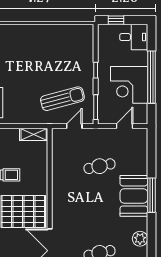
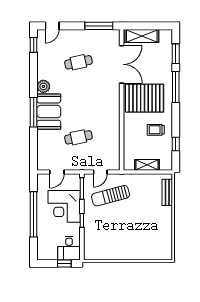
desk: (134, 37) -> (69, 248), moved, turned -90
corner desk: (129, 85) -> (64, 206), moved, turned 180
shelving: (34, 134) -> (147, 165), moved
plant: (140, 239) -> (43, 86), moved

